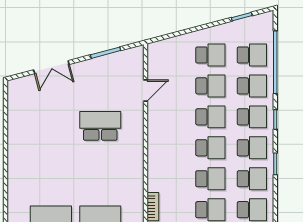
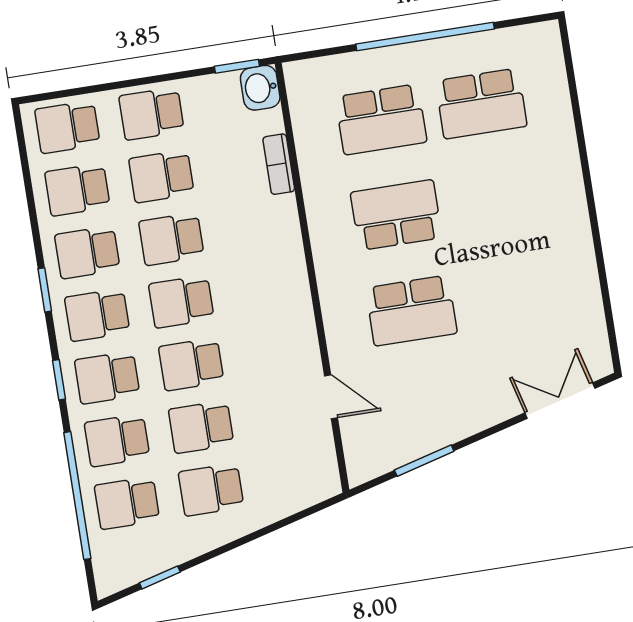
double door: (51, 67) -> (560, 401), moved
door: (146, 91) -> (331, 397), swing flipped
school desk: (100, 173) -> (396, 215), added

